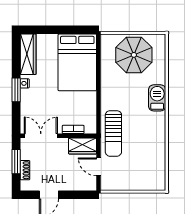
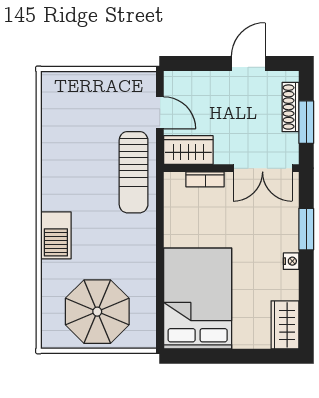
wardrobe: (28, 54) -> (285, 325), width x0.67
window: (16, 90) -> (306, 229), moved
sun lounger: (113, 133) -> (134, 172), turned 180
shoe rack: (25, 170) -> (290, 107), width x1.43

